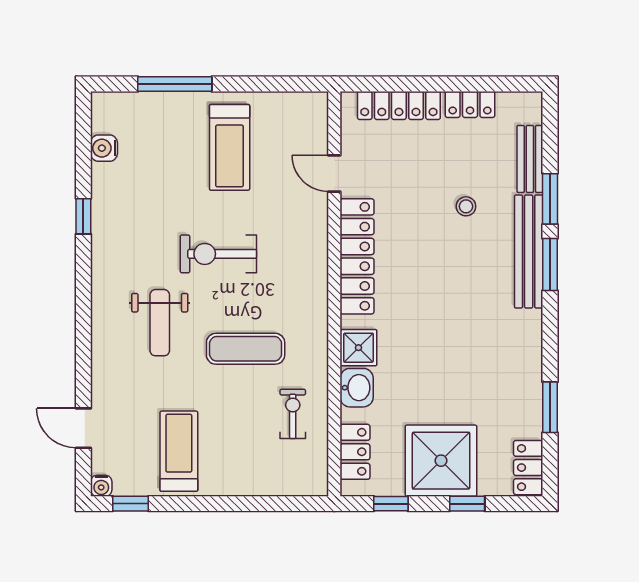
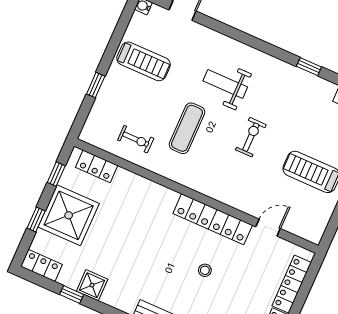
stool: (466, 206) -> (205, 270), moved
exercise bike: (218, 254) -> (251, 137), width x0.73, depth x0.72
shower: (358, 348) -> (92, 285), moved
washbasin: (357, 388) -> (134, 184), removed
window: (550, 407) -> (72, 294), width x0.67
window: (131, 504) -> (96, 85), moved

